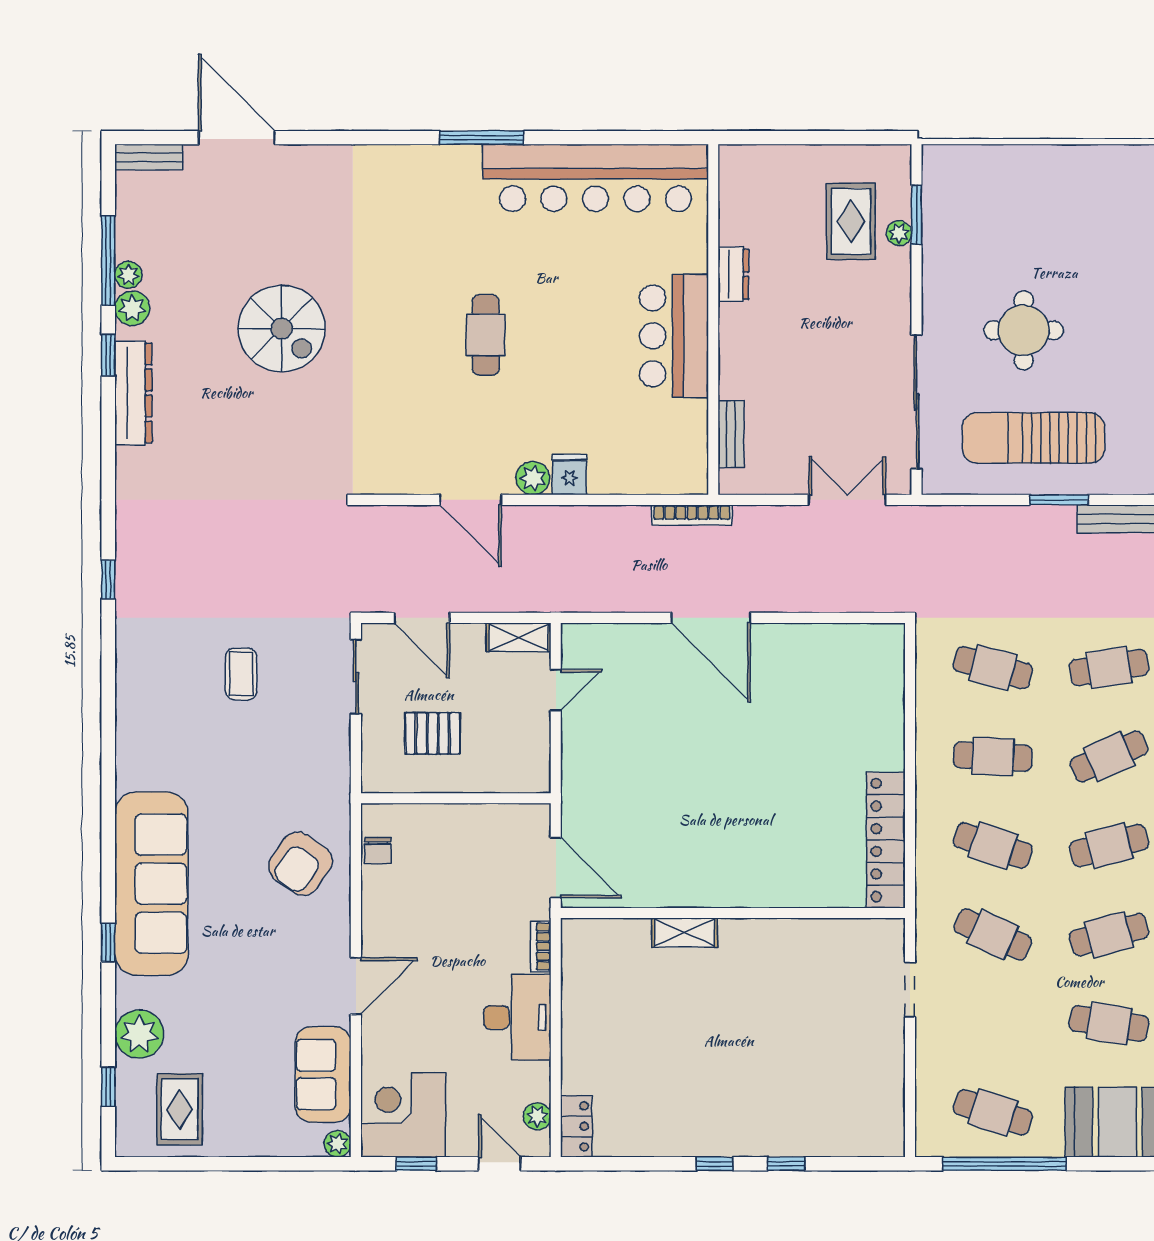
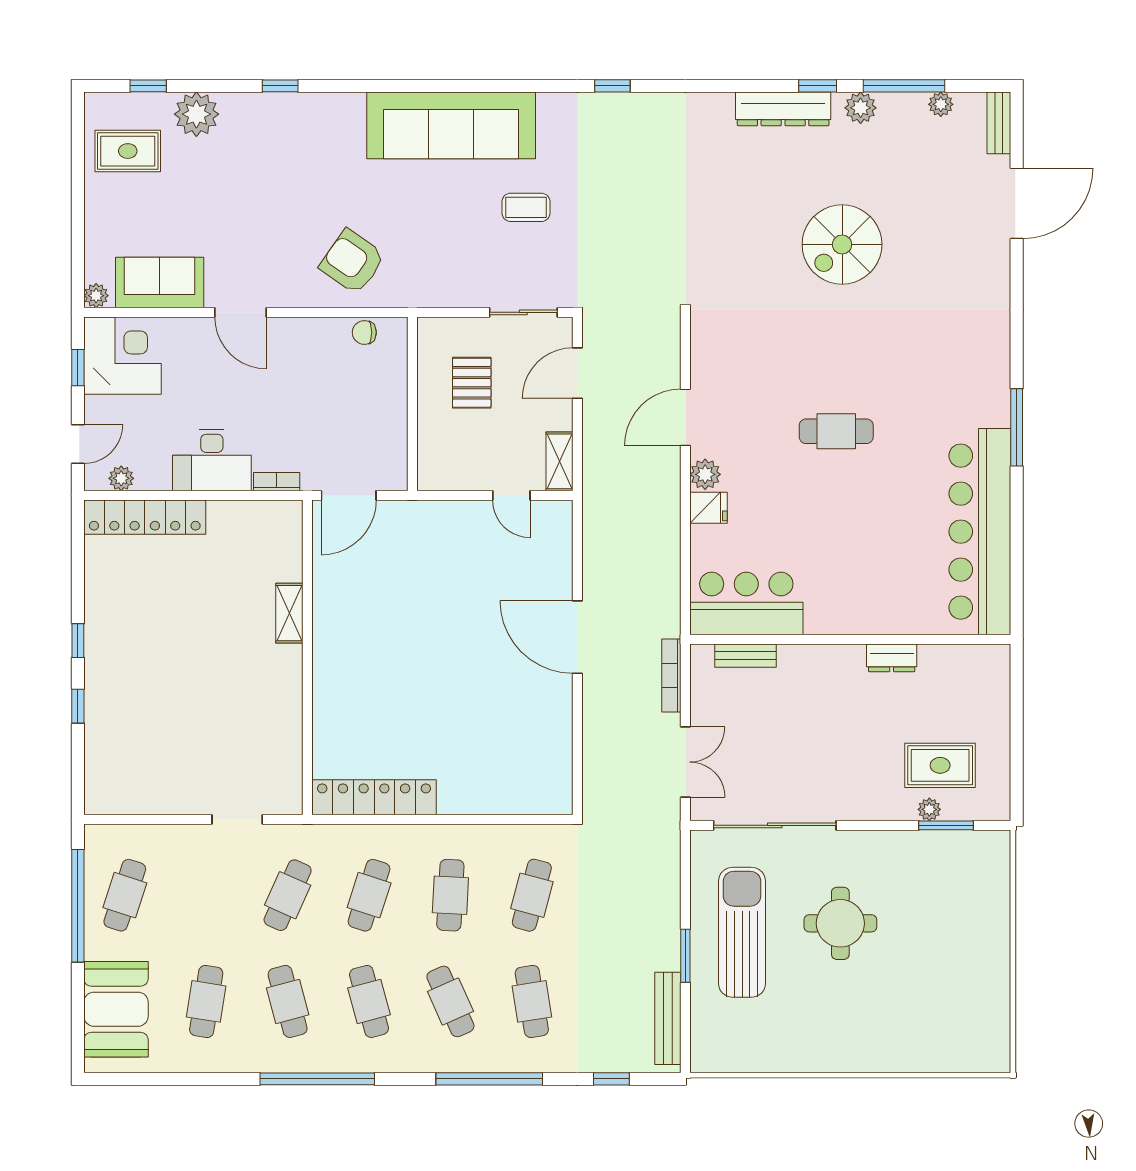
plant: (128, 275) -> (941, 104), moved
bar counter: (674, 336) -> (746, 603), moved
bookcase: (692, 515) -> (671, 675), moved
door: (711, 618) -> (577, 637), hinge flipped
sofa: (151, 884) -> (451, 125), moved
locker: (576, 1126) -> (145, 517), width x2.16, depth x1.21

